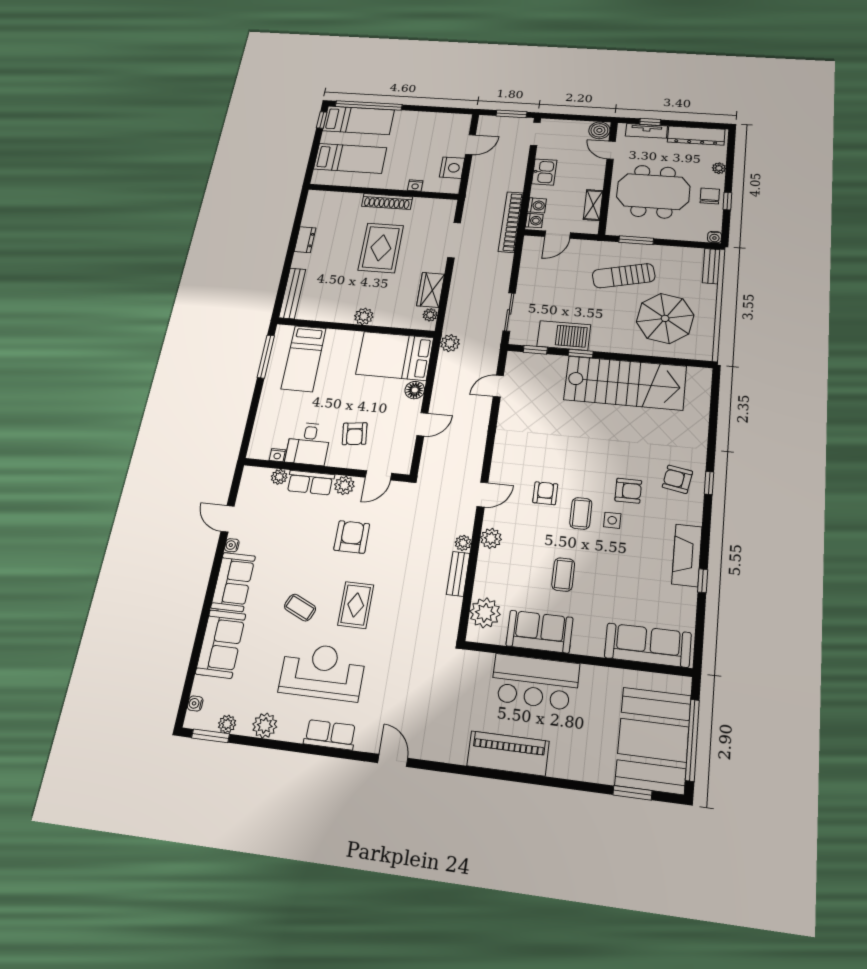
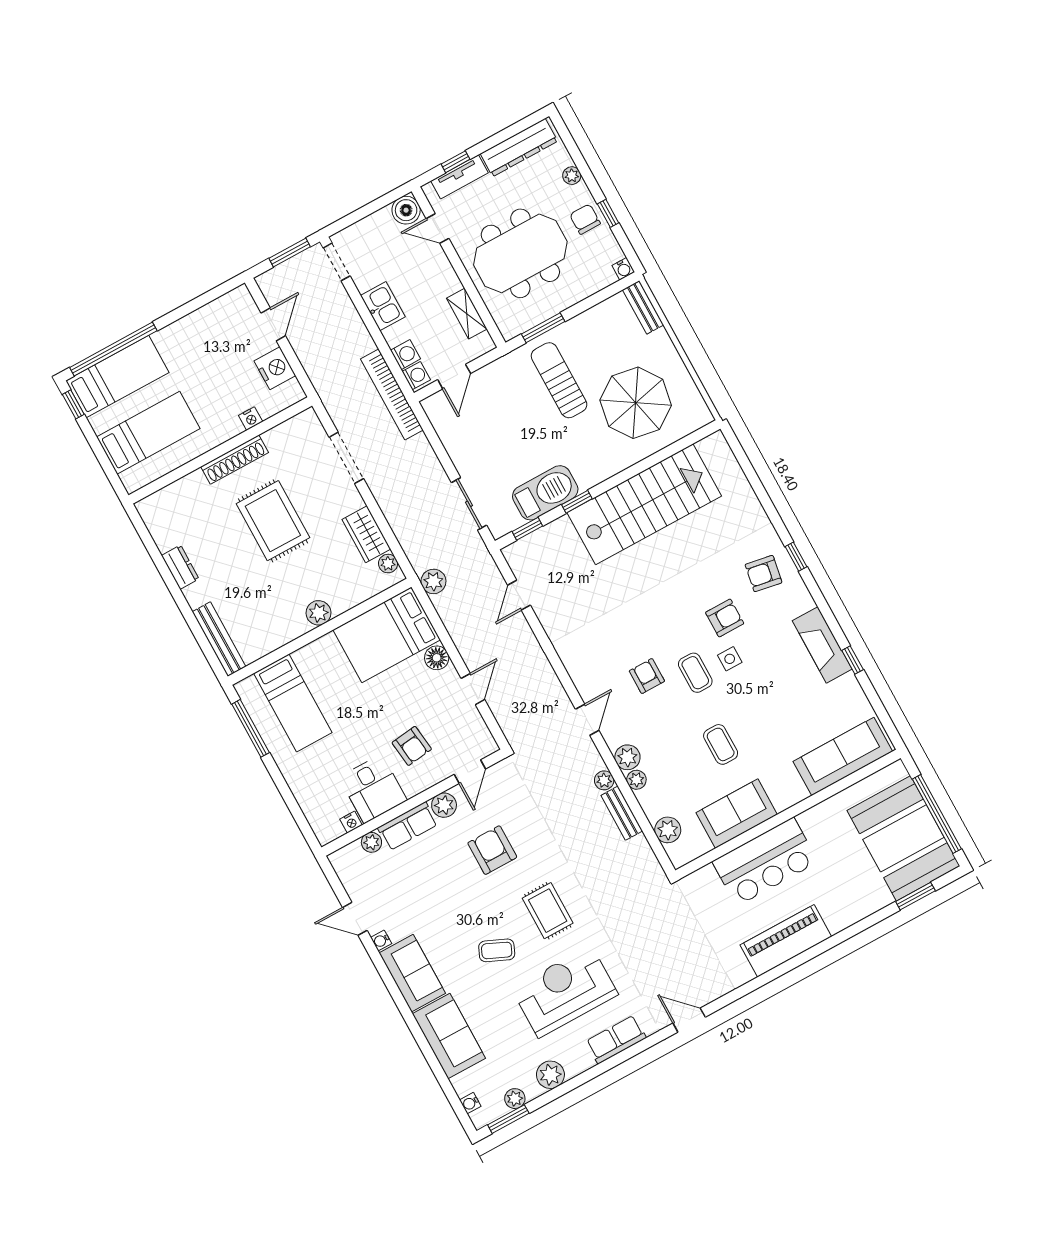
sun lounger: (624, 276) -> (559, 380), turned 103
plant: (486, 558) -> (636, 780), added
plant: (485, 613) -> (668, 830), width x0.73, depth x0.73

